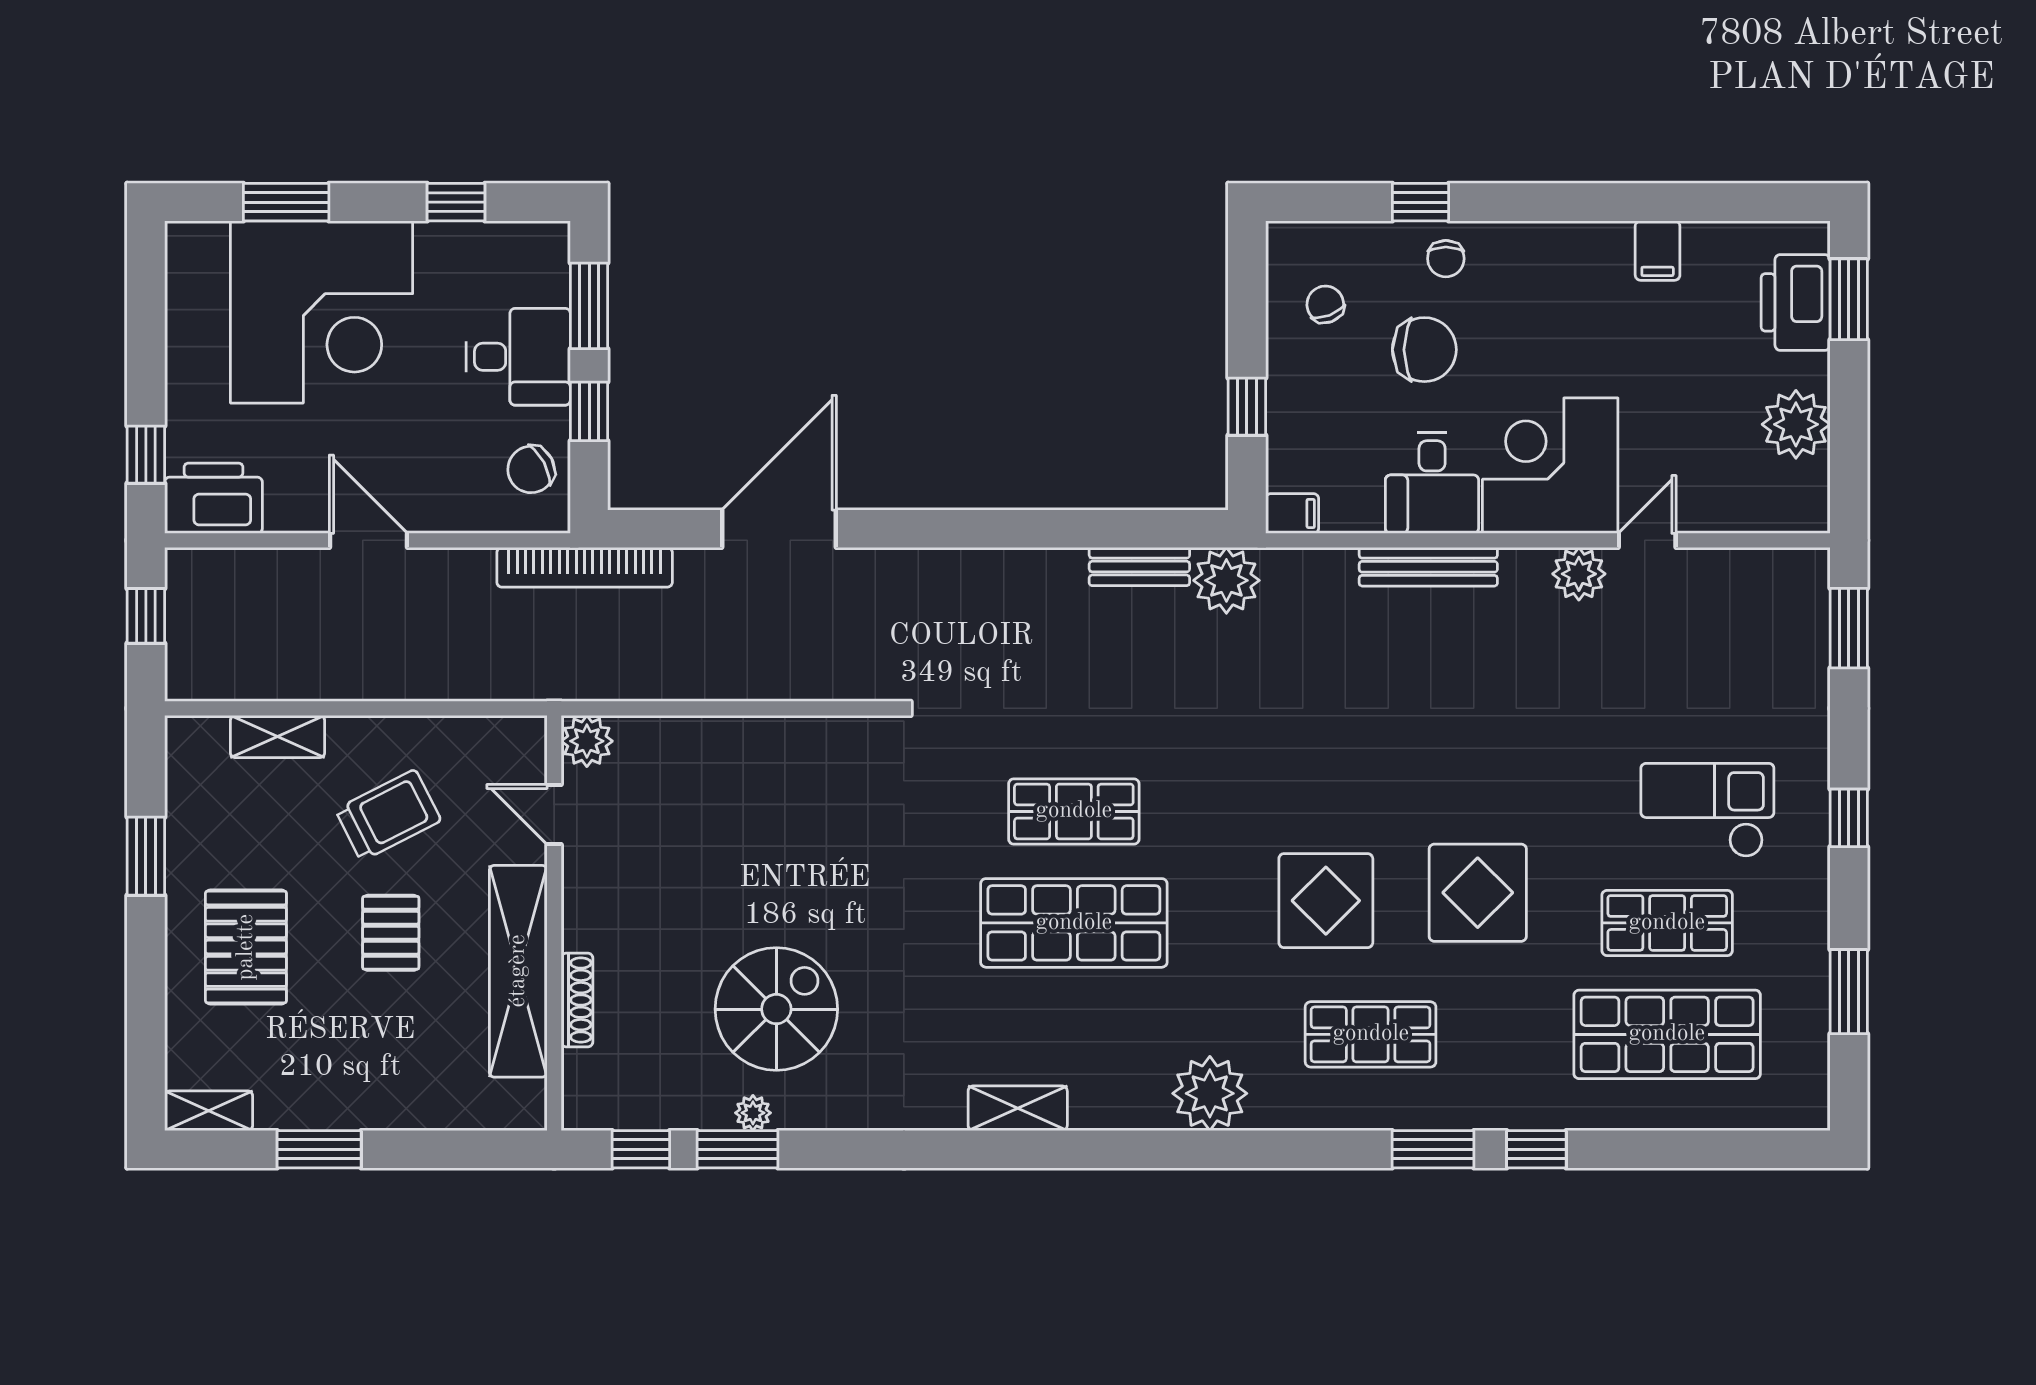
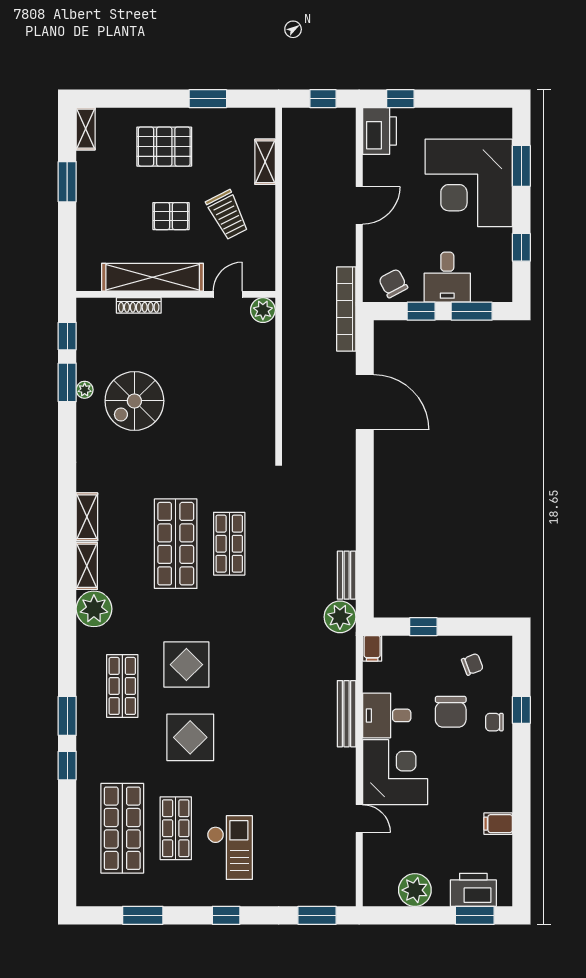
plant: (1579, 574) -> (343, 786), removed
spiral stairs: (776, 1009) -> (134, 401), turned 90
shelving: (1120, 1109) -> (87, 566), added

